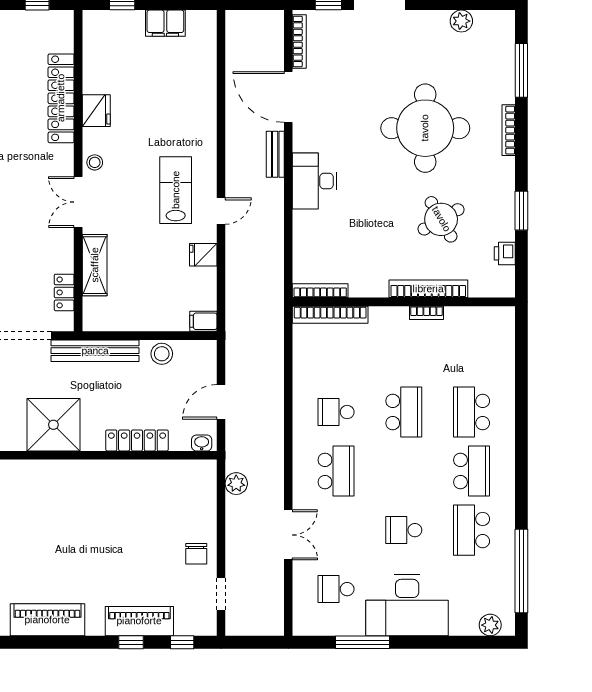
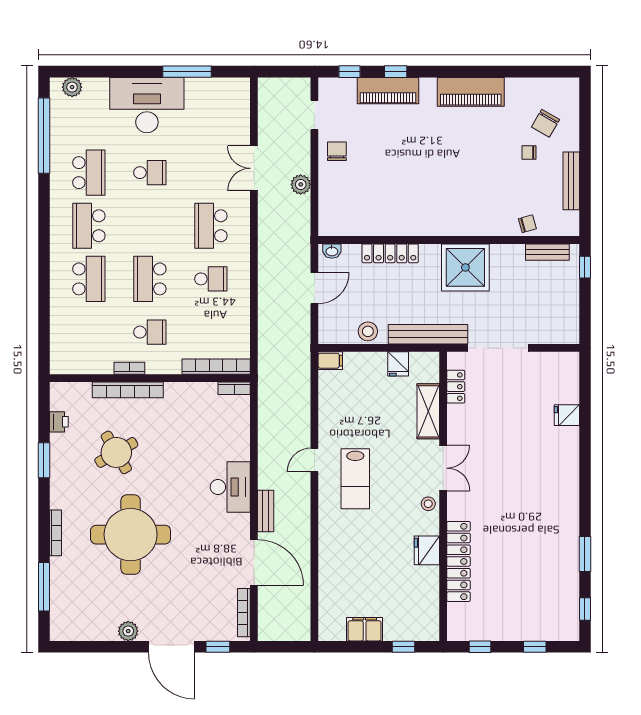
plant: (461, 21) -> (128, 631), moved
fridge: (203, 255) -> (398, 364), moved, turned 90
bookcase: (320, 291) -> (234, 388), width x0.64
plant: (236, 484) -> (301, 184), moved
school desk: (336, 589) -> (150, 332), moved

